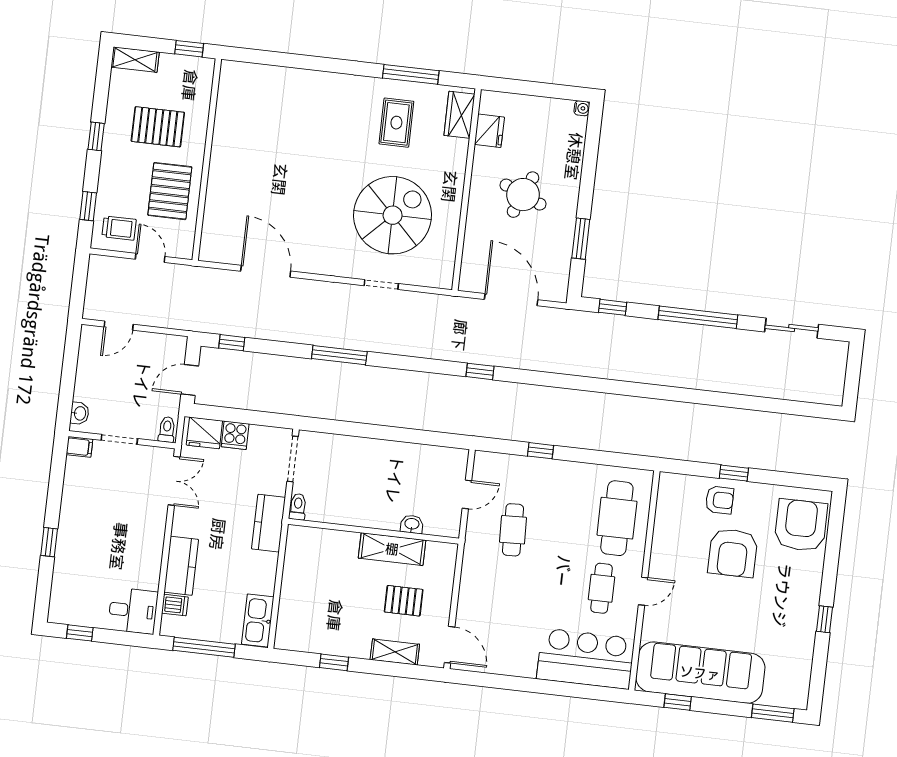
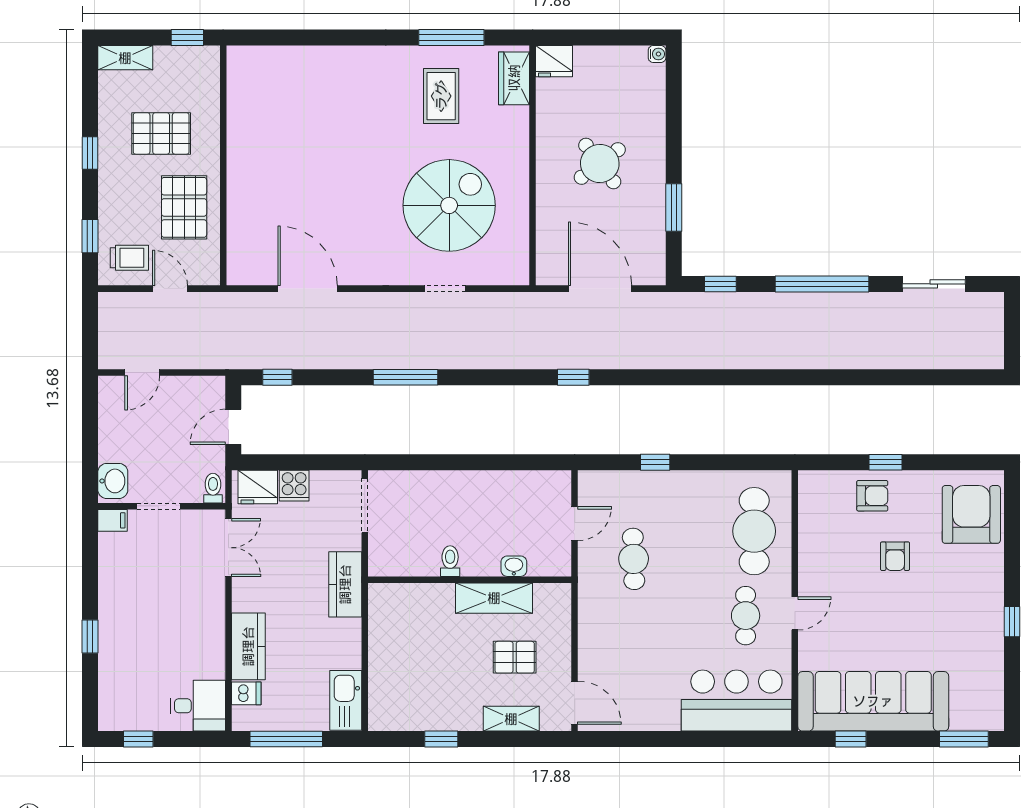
fridge: (489, 131) -> (554, 61), moved, turned 90
round table: (523, 195) -> (600, 163), turned 30
washbasin: (80, 413) -> (113, 481), width x1.38, depth x1.45
toilet: (298, 507) -> (450, 561), moved
armchair: (733, 553) -> (895, 556), width x0.53, depth x0.53

